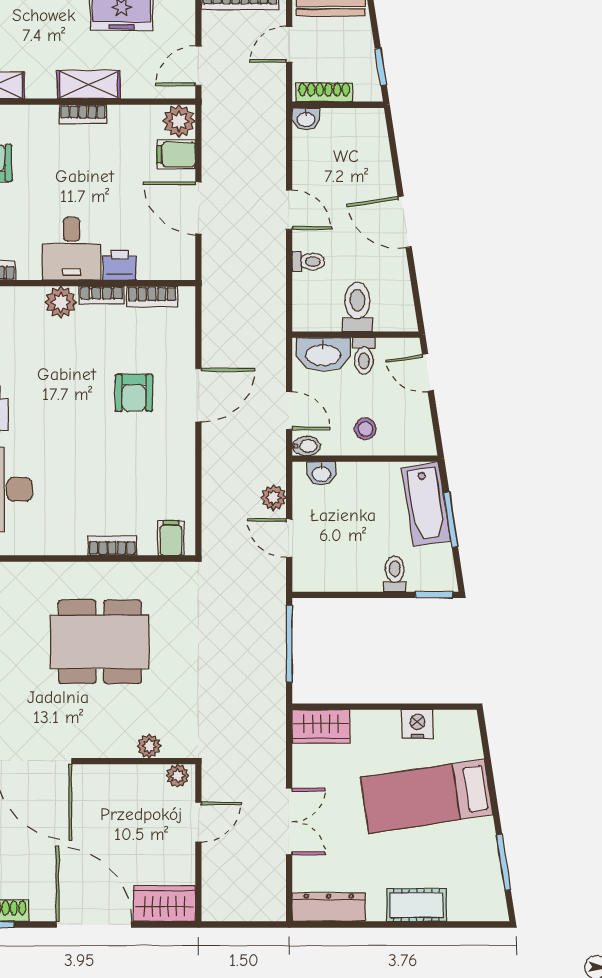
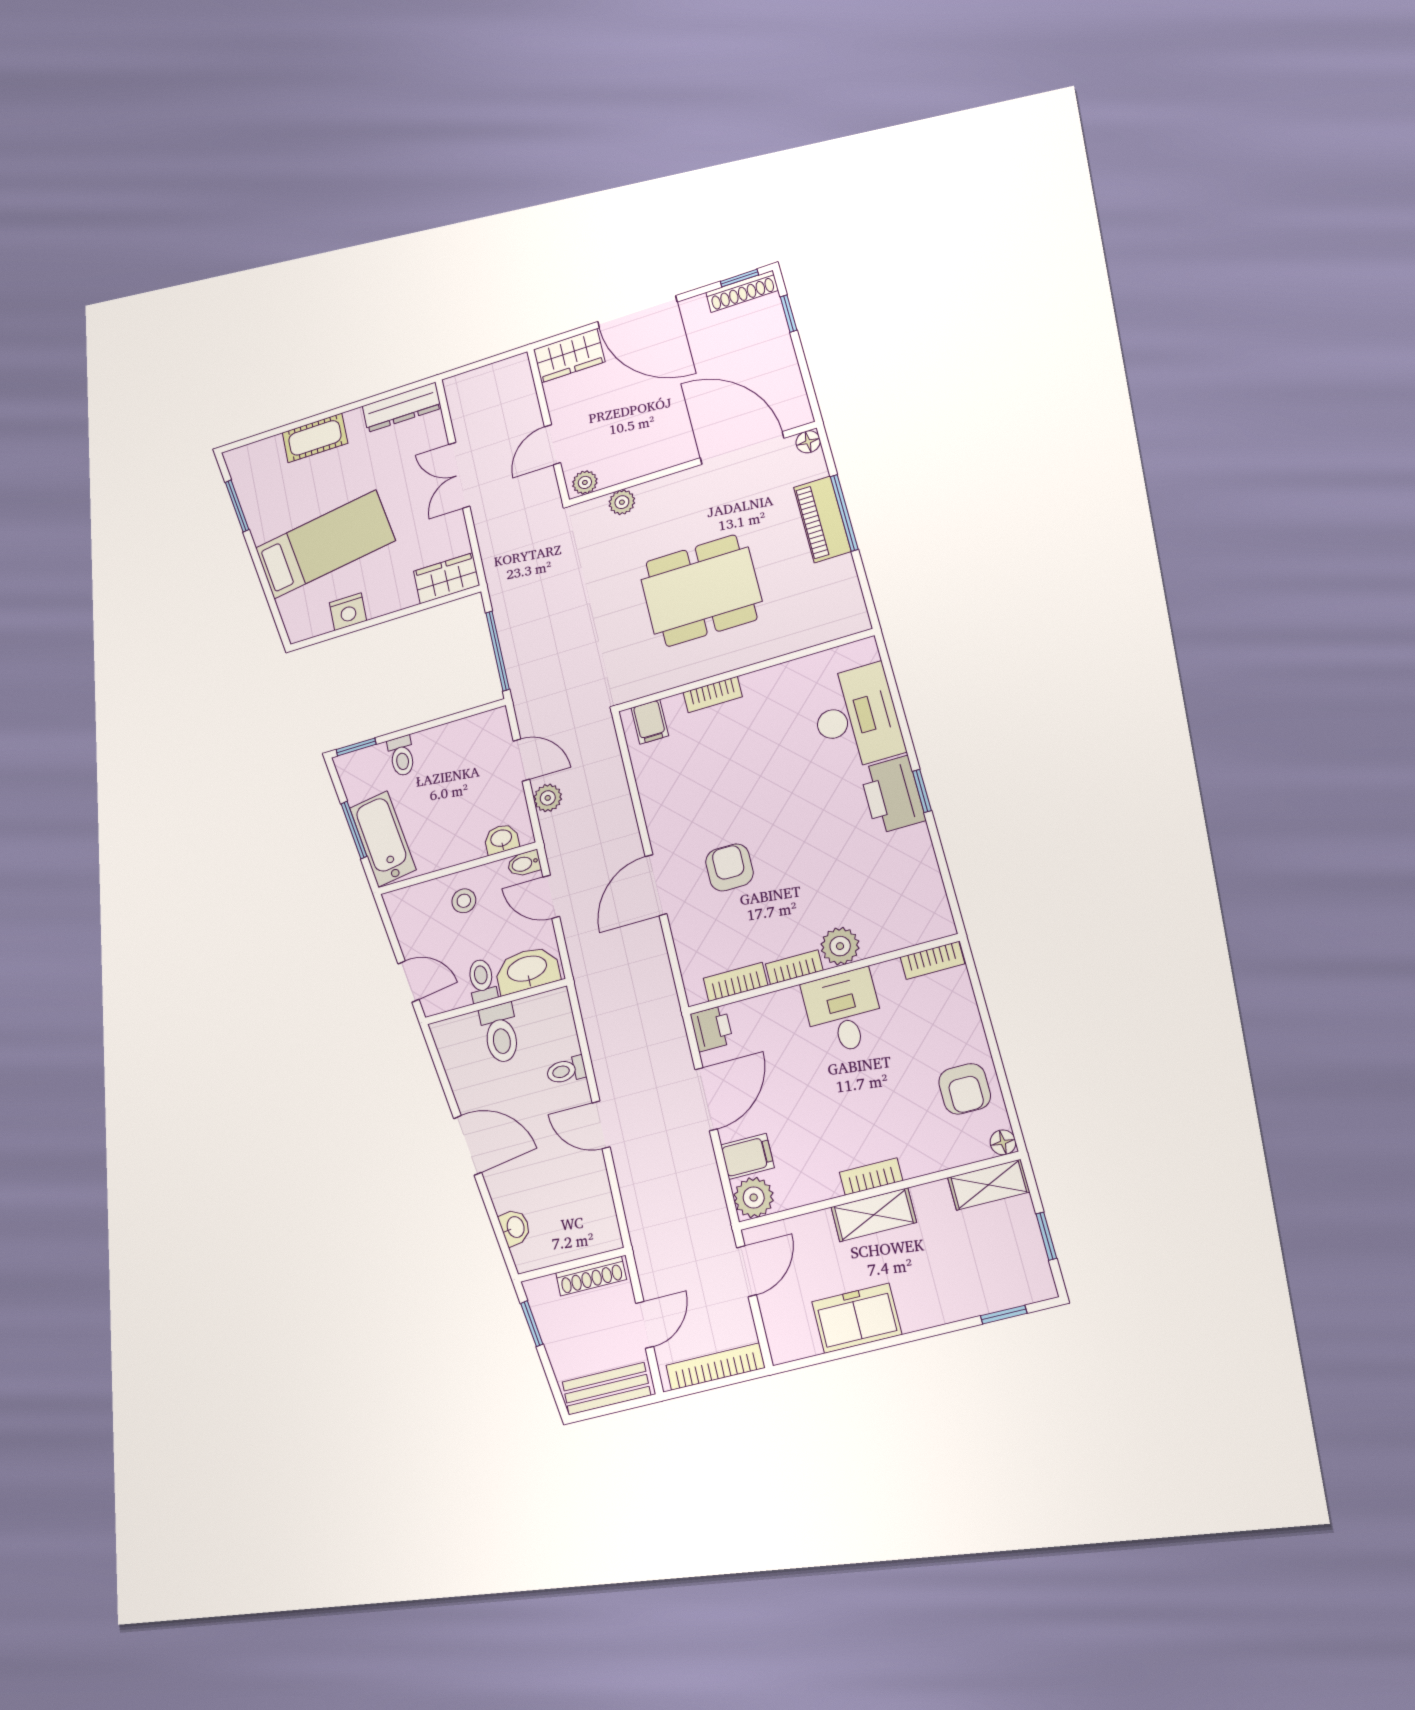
washbasin: (306, 119) -> (515, 1227), moved, turned 81
door: (198, 208) -> (706, 1099), hinge flipped
printer: (120, 265) -> (712, 1028), moved, turned -90

